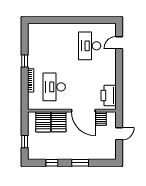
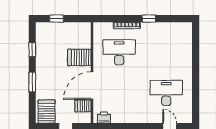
printer: (109, 95) -> (104, 117), width x0.53, depth x0.68
server rack: (43, 122) -> (47, 112), moved, turned 90

